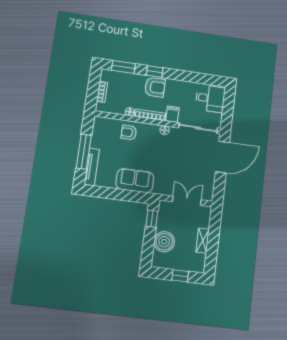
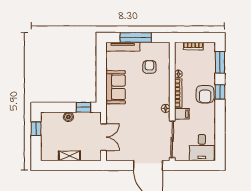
armchair: (129, 132) -> (149, 67), moved
boiler: (164, 242) -> (68, 117), width x0.54, depth x0.54
window: (180, 276) -> (36, 129), moved

